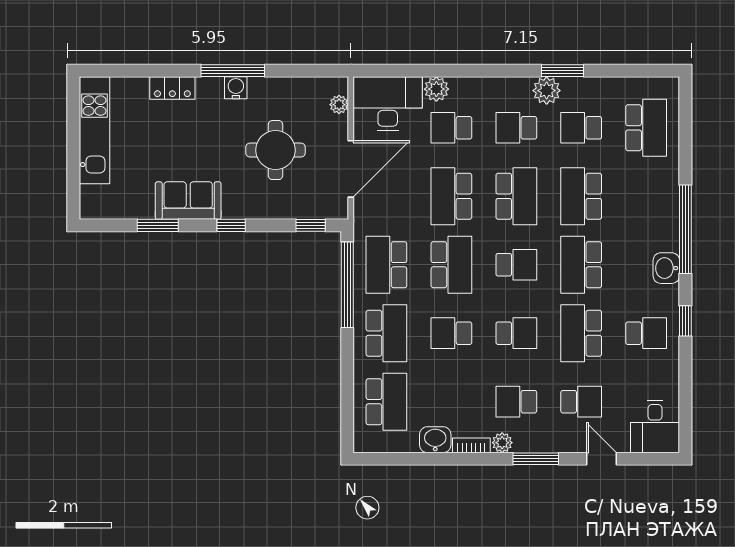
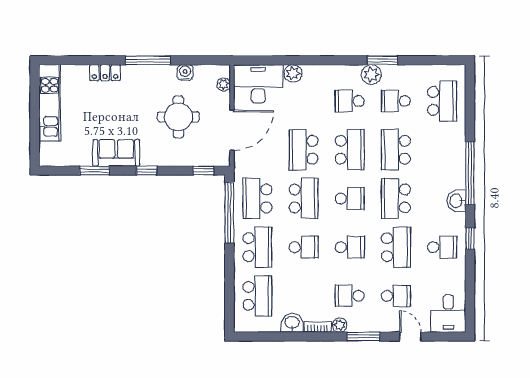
water cooler: (236, 88) -> (185, 73), moved
school desk: (451, 128) -> (304, 101), removed
school desk: (451, 333) -> (304, 247), turned 180
school desk: (581, 333) -> (396, 247), turned 180

